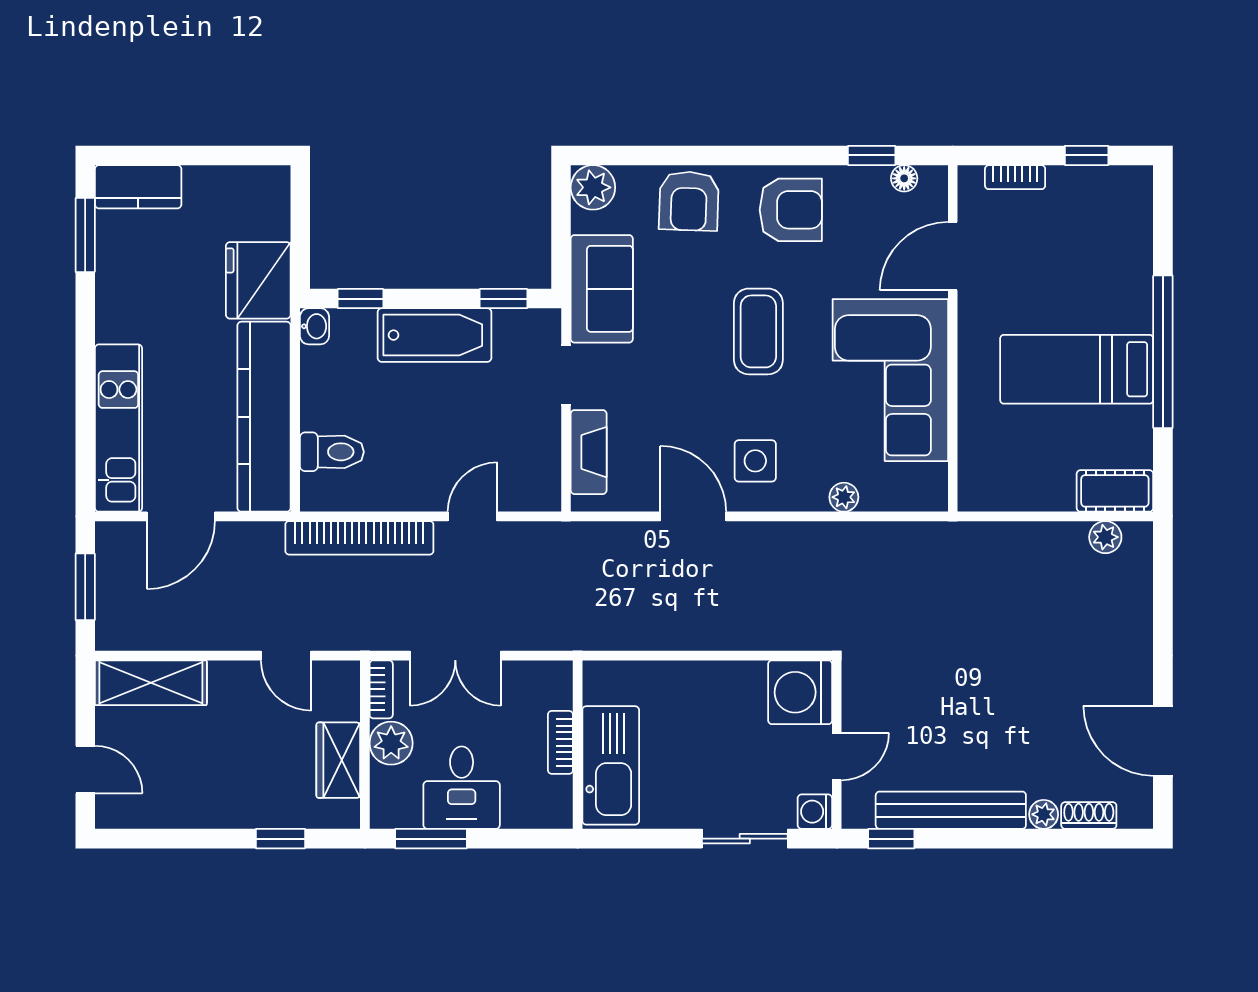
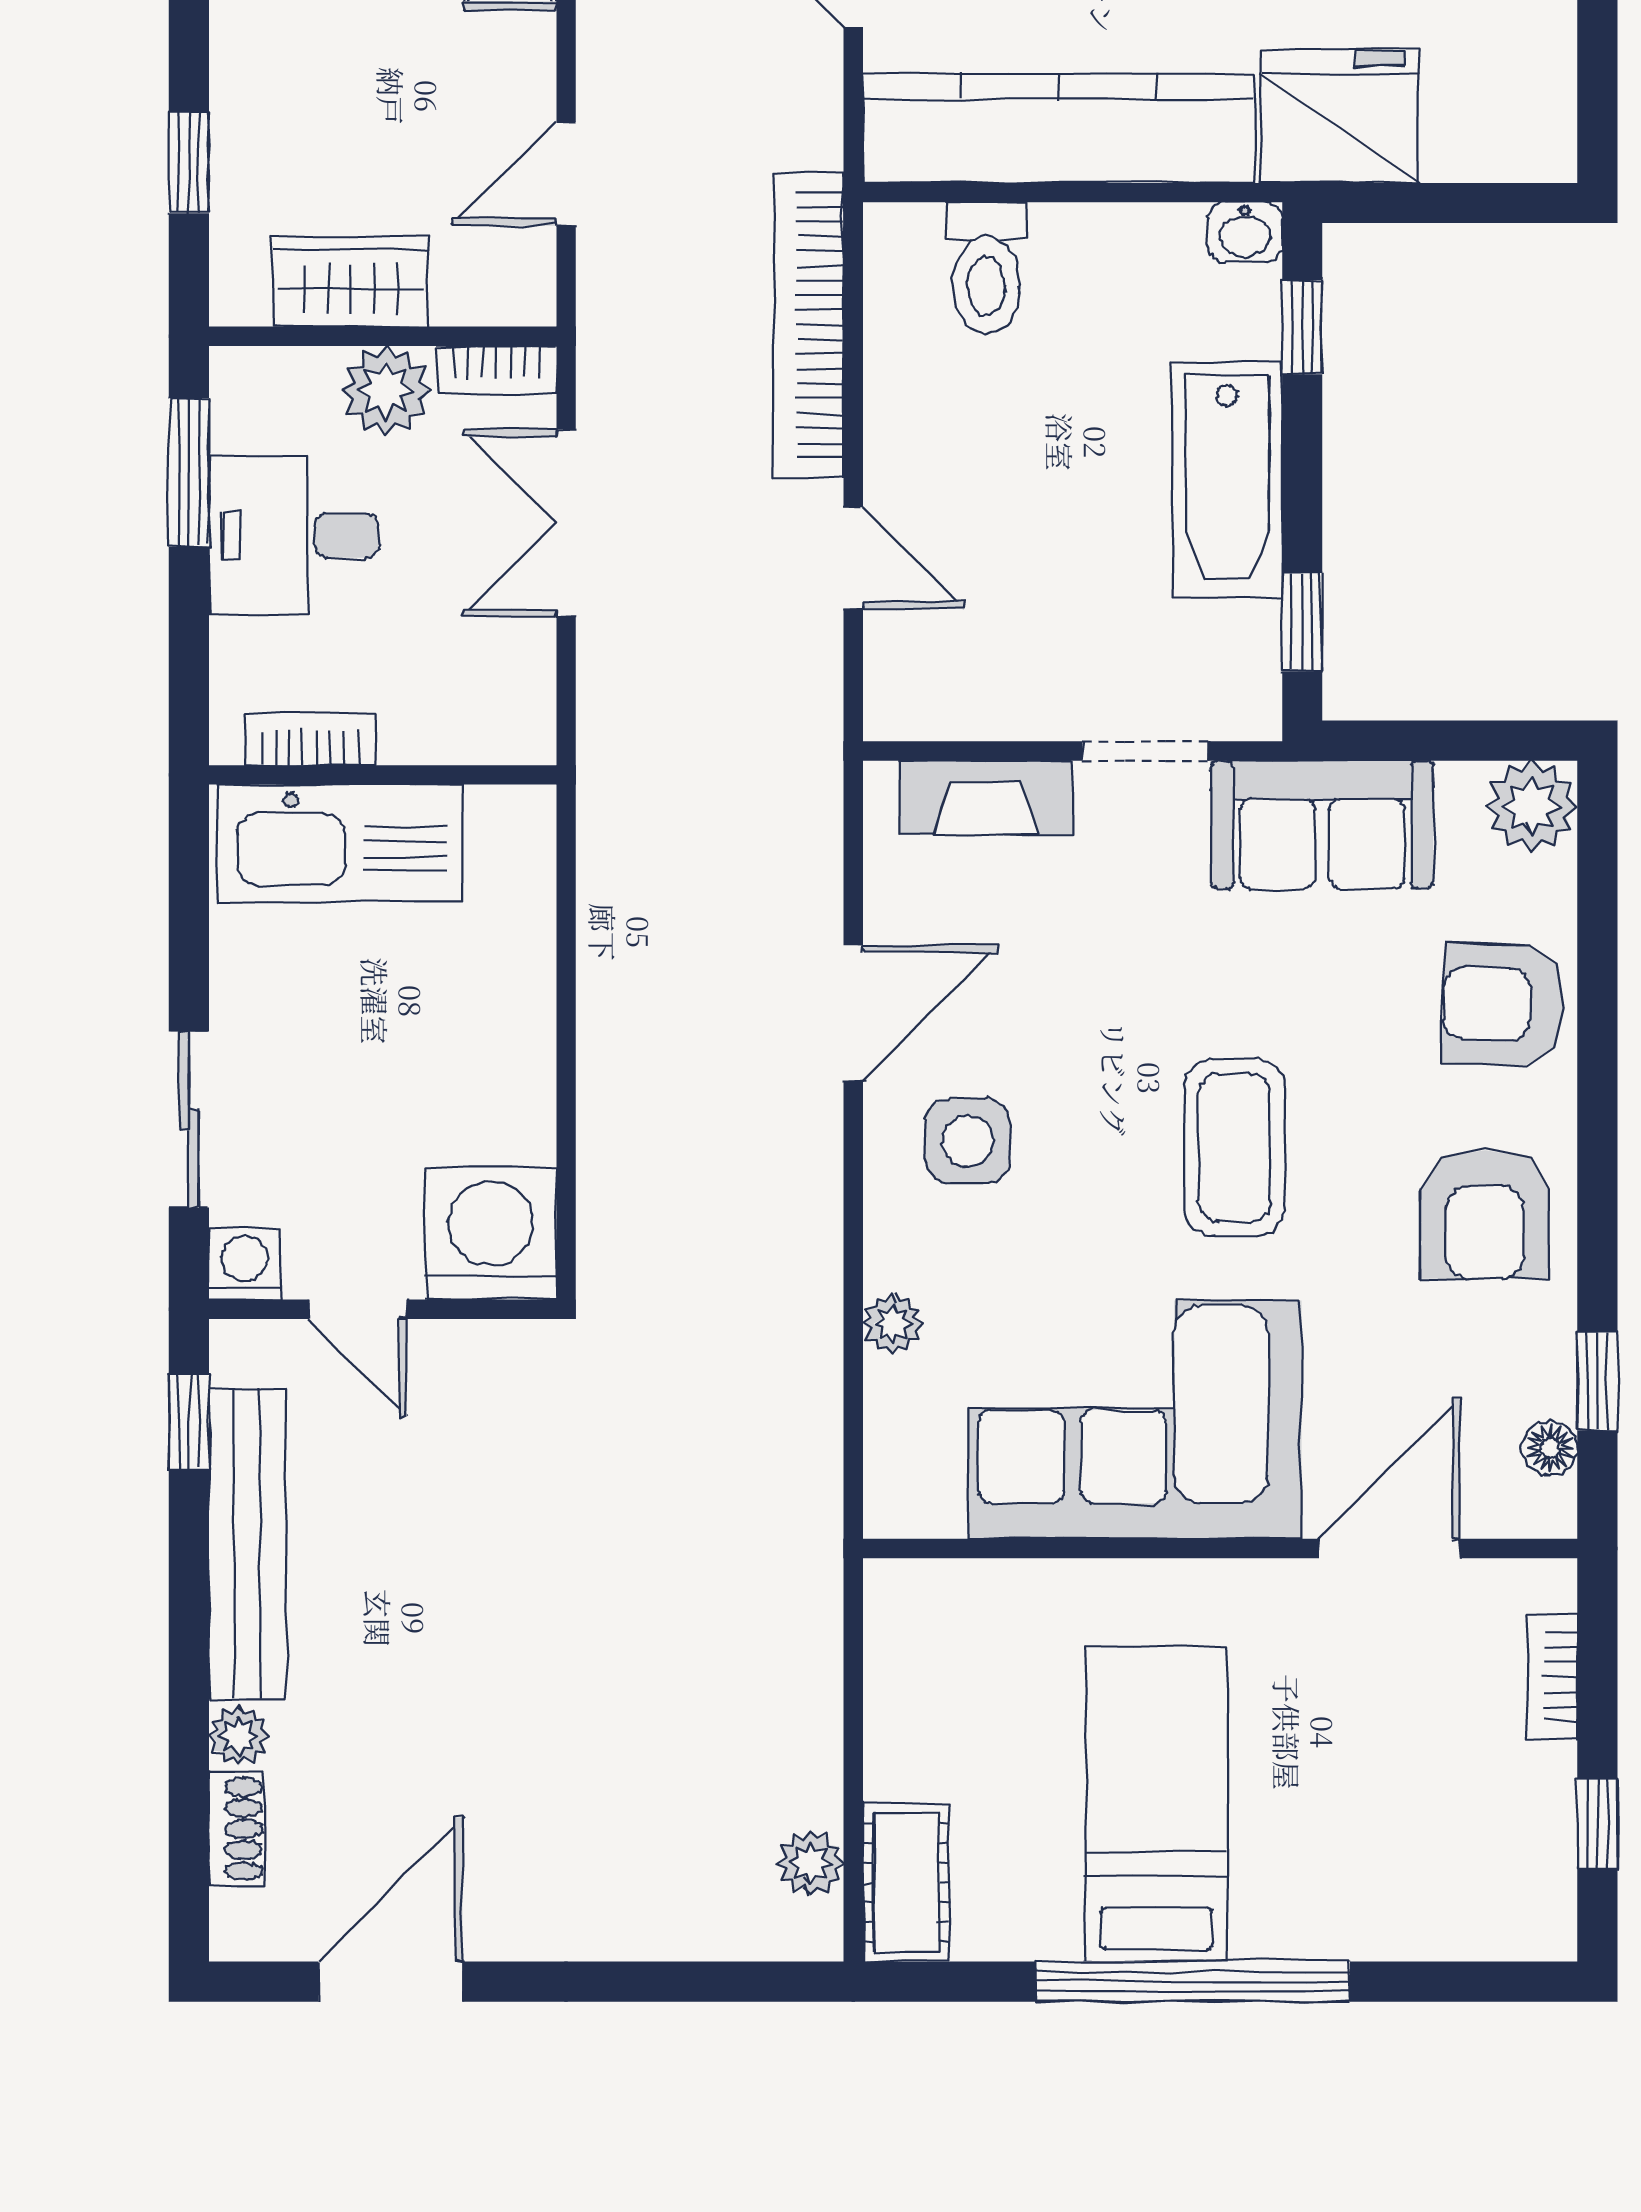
door: (953, 256) -> (1390, 1549), hinge flipped
coffee table: (758, 331) -> (1234, 1148), turned 90
bookcase: (560, 742) -> (310, 739), moved

